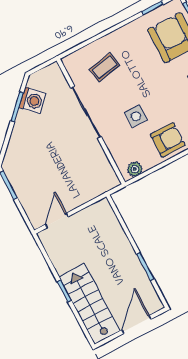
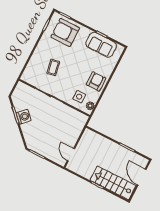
coffee table: (105, 67) -> (53, 68), moved
washing machine: (32, 100) -> (24, 117), moved
side table: (136, 116) -> (79, 97), moved

